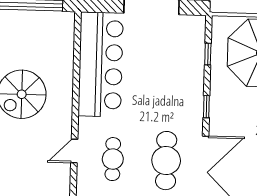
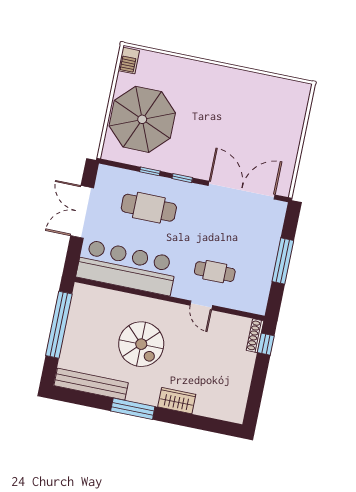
window: (208, 54) -> (150, 171), moved
cafe table: (166, 161) -> (149, 208), moved

